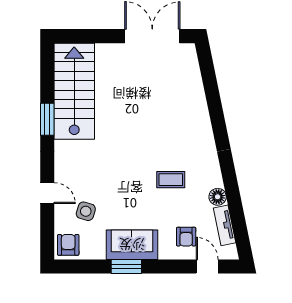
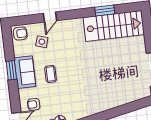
window: (47, 119) -> (105, 10), moved
coffee table: (171, 180) -> (51, 74), moved

